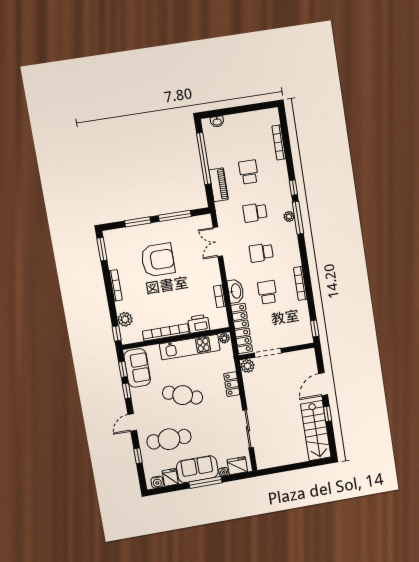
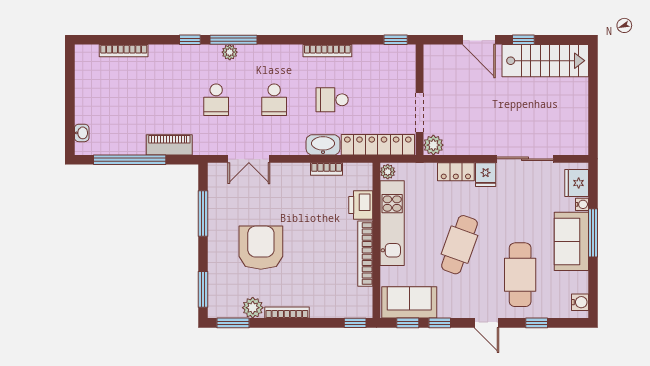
school desk: (249, 172) -> (158, 100), removed
window: (138, 222) -> (203, 289), moved
plant: (125, 319) -> (253, 308), moved
fridge: (170, 477) -> (486, 175), moved, turned -90

